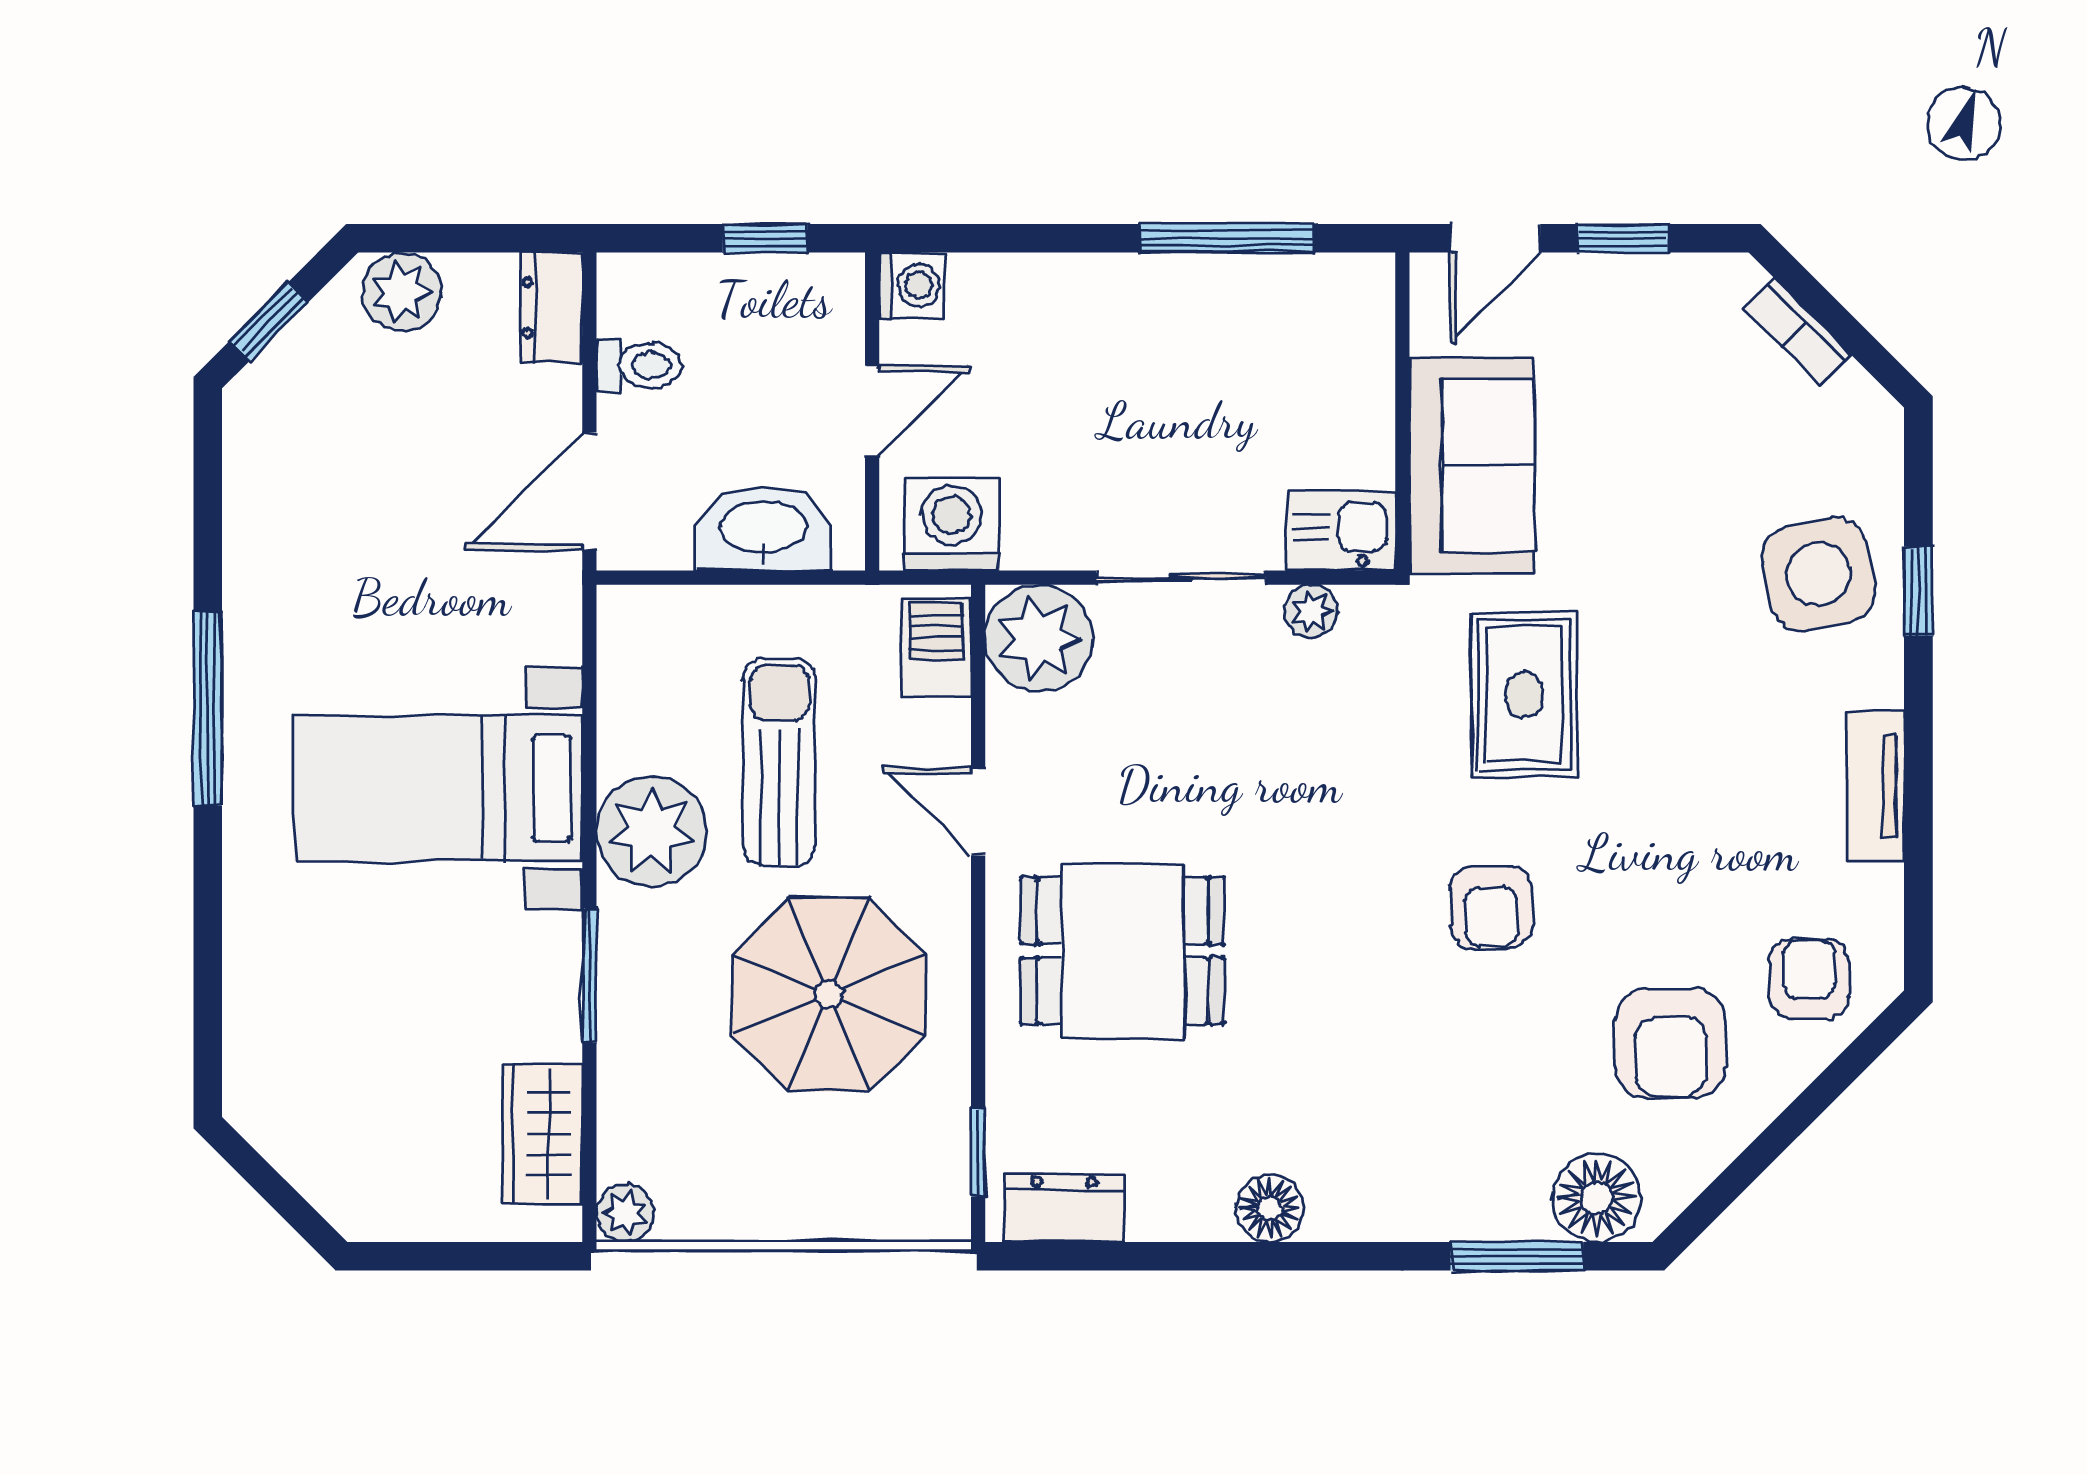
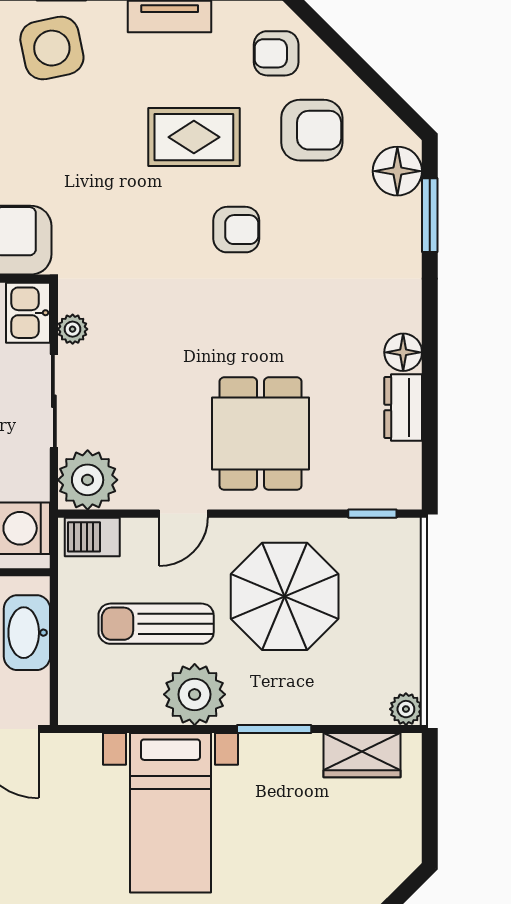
rug: (1524, 695) -> (194, 137), moved
dresser: (1064, 1208) -> (403, 407), moved

